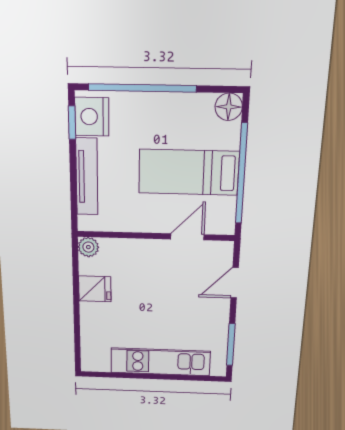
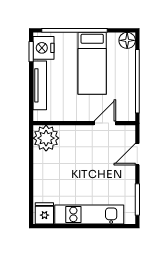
bed: (189, 172) -> (92, 63), moved, turned -90
plant: (88, 247) -> (46, 138), width x1.88, depth x1.88
fridge: (95, 289) -> (44, 213), moved, turned -90

